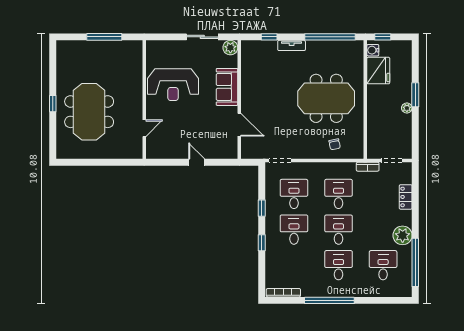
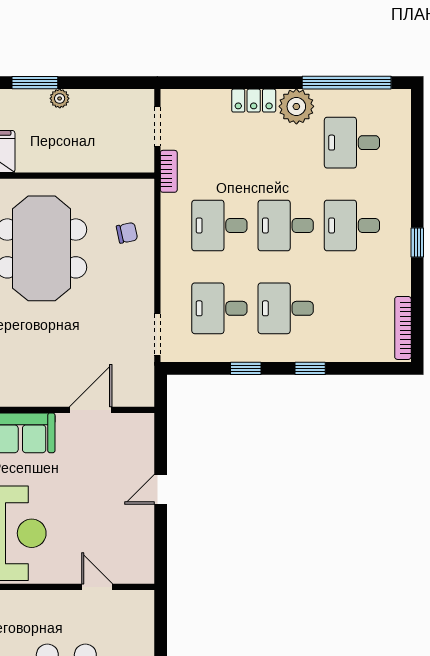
locker: (406, 197) -> (254, 101), moved
window: (329, 300) -> (417, 243), width x0.32

